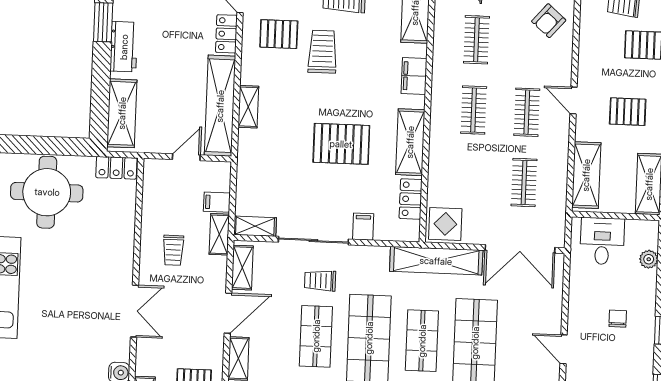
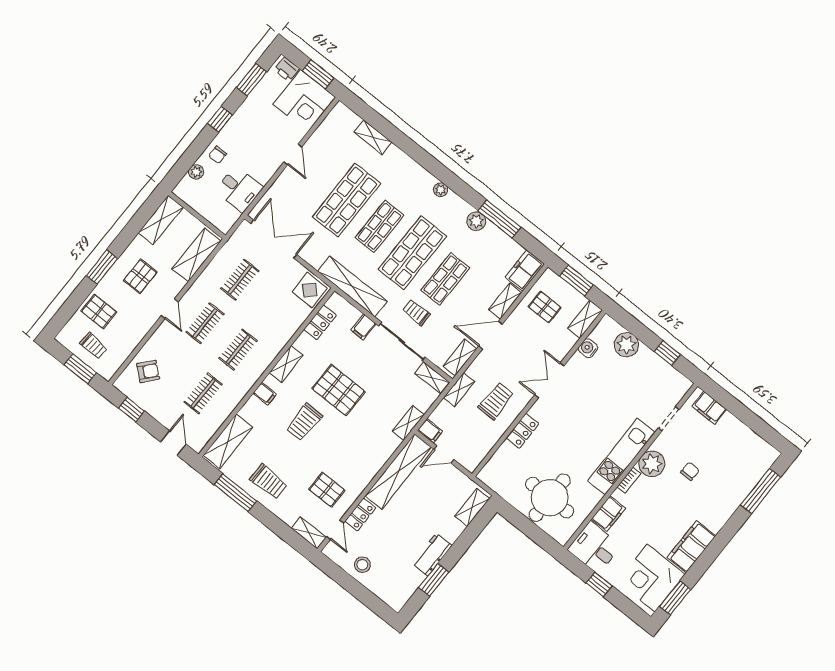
trolley: (323, 52) -> (304, 422), moved
filing cabinet: (414, 76) -> (265, 394), width x0.50
shelving: (248, 107) -> (408, 423), moved
pallet: (628, 112) -> (140, 276), turned 90
shelving: (122, 113) -> (472, 507), width x0.67, depth x0.75
shelving: (410, 142) -> (286, 364), width x0.67, depth x0.75
locker: (116, 168) -> (523, 431), moved, turned 90
filing cabinet: (217, 202) -> (430, 431), moved
desk: (602, 241) -> (239, 189), moved, turned -90
trolley: (173, 250) -> (496, 401), width x1.36, depth x1.39
shelving: (436, 261) -> (352, 286), moved
trolley: (320, 281) -> (416, 313), turned 180
chair: (618, 319) -> (218, 155), moved

